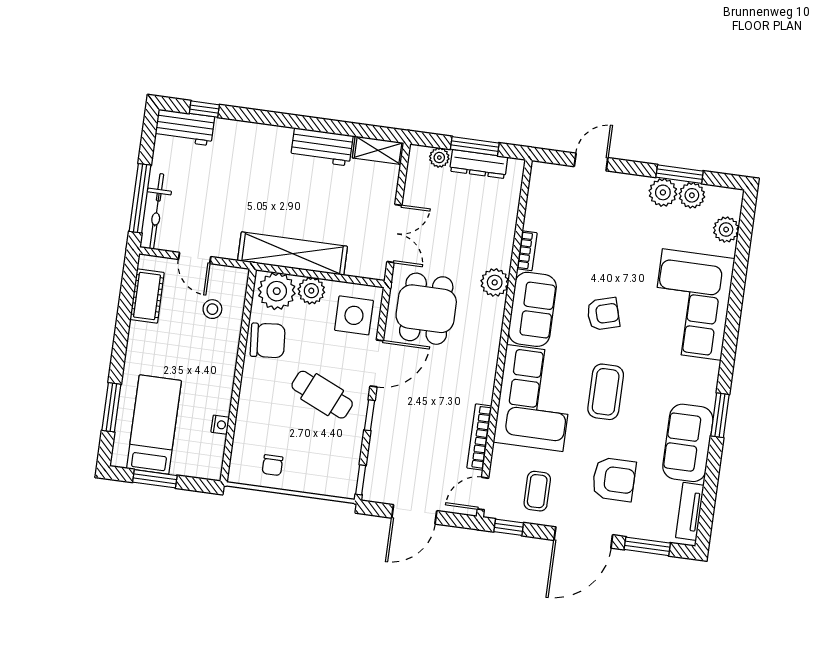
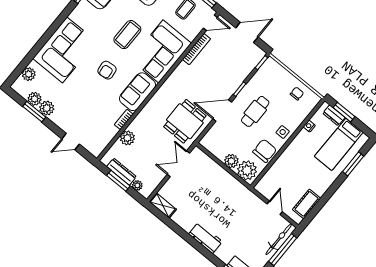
workbench: (322, 147) -> (206, 238), moved
shelving: (292, 254) -> (230, 183), removed
plant: (495, 282) -> (127, 138), moved
stool: (212, 309) -> (281, 180), removed
armchair: (603, 314) -> (107, 70), turned -80
side table: (354, 315) -> (283, 132), moved, width x0.54, depth x0.54
chair: (268, 340) -> (265, 151), turned 95
cafe table: (322, 395) -> (255, 111), turned 66
dresser: (191, 467) -> (334, 115), added
window: (155, 479) -> (344, 112), moved

